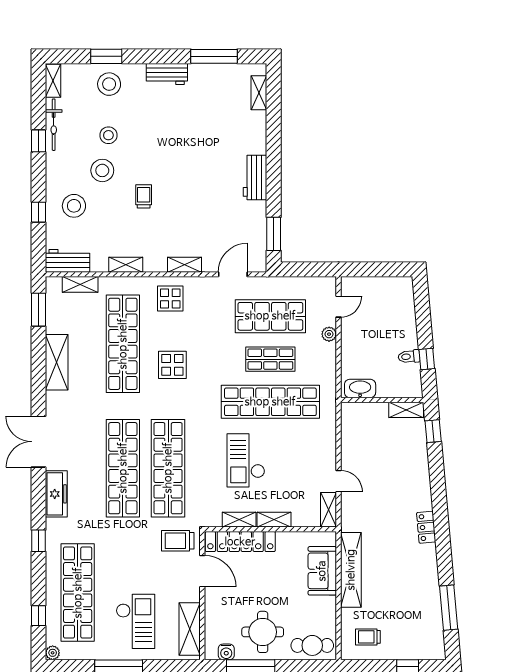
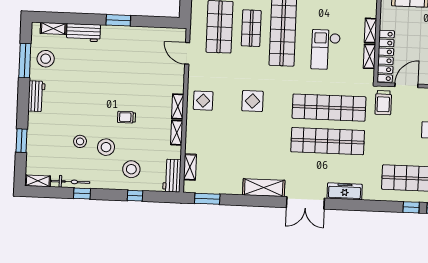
stool: (109, 84) -> (46, 59), moved
workbench: (255, 178) -> (83, 33), moved
window: (274, 234) -> (118, 20), moved
shelving: (185, 265) -> (178, 107), moved
shop shelf: (123, 344) -> (235, 137), removed
shelving: (57, 362) -> (264, 188), moved
checkout: (246, 460) -> (326, 50), turned 90
window: (39, 541) -> (411, 207), moved

